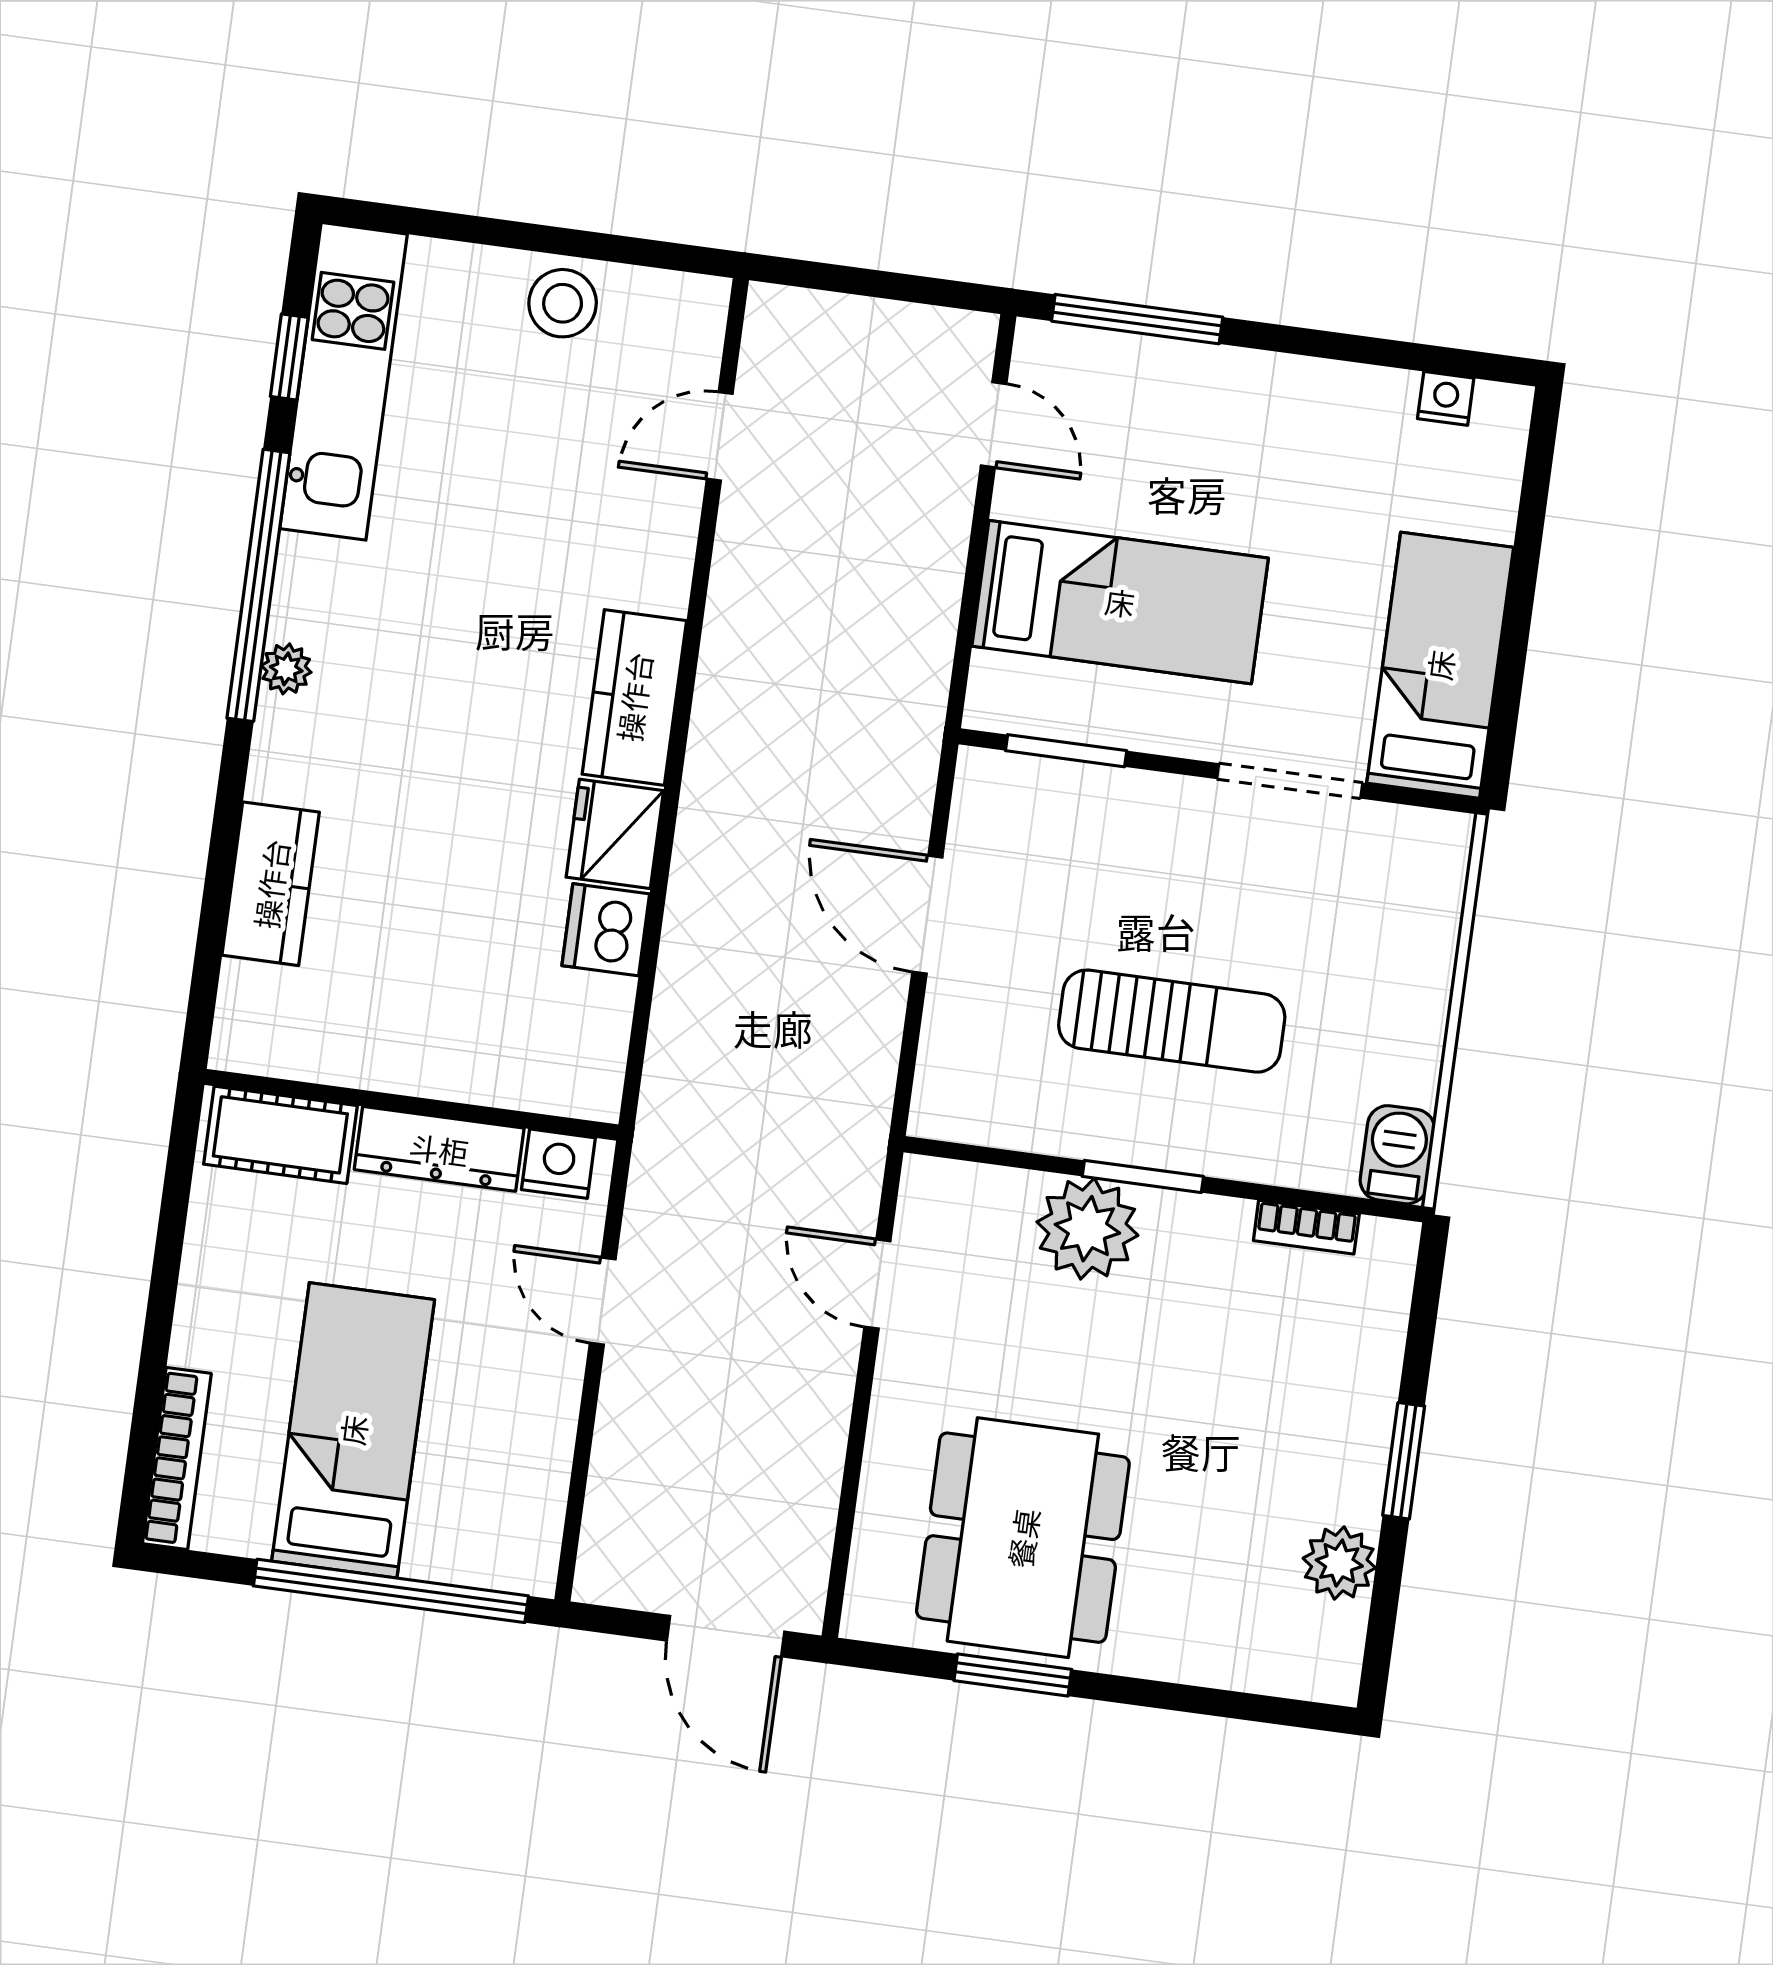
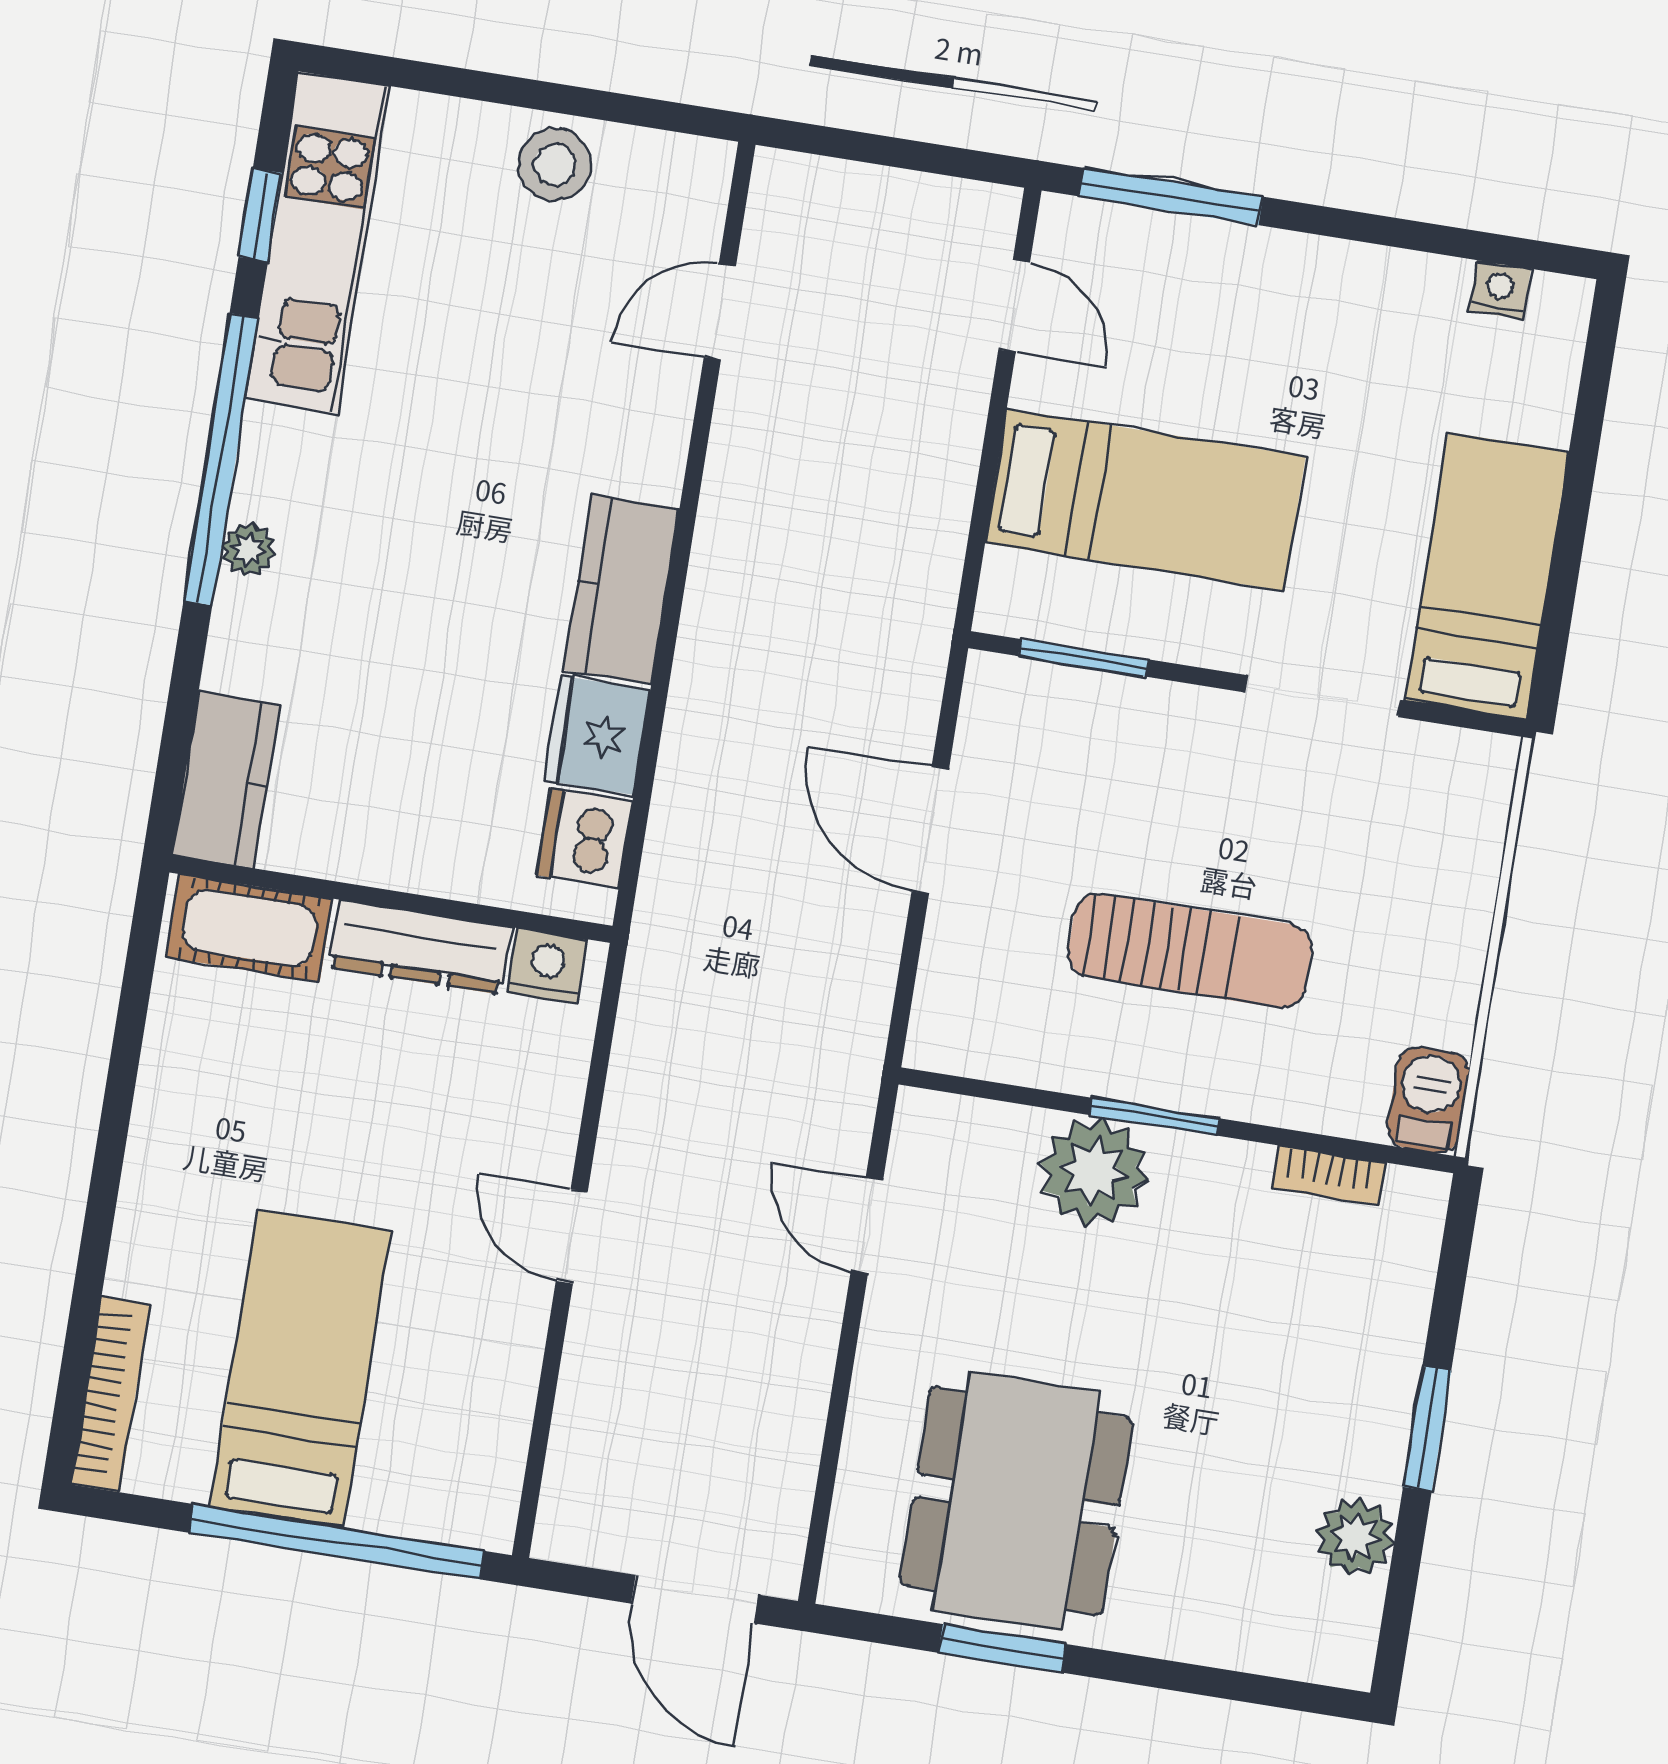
wall: (411, 1105) -> (391, 899), moved
cot: (280, 1135) -> (250, 928), moved
dresser: (439, 1149) -> (420, 947), moved
nightstand: (558, 1164) -> (547, 966), moved

